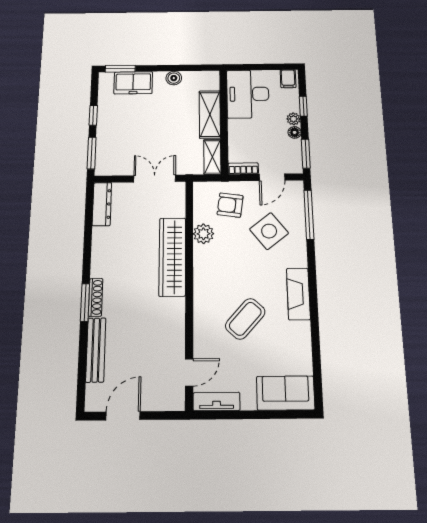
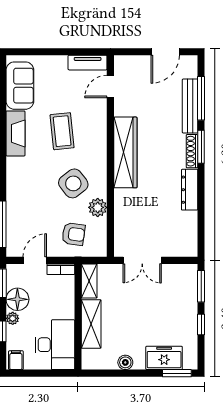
floor lamp: (295, 132) -> (17, 299), width x1.89, depth x1.89
dresser: (102, 204) -> (190, 190), moved
side table: (269, 231) -> (73, 183), moved
wardrobe: (172, 257) -> (125, 152), moved
fireplace: (298, 294) -> (15, 133), moved
coffee table: (245, 319) -> (62, 131), turned -48
window: (82, 359) -> (201, 98), added
sofa: (286, 393) -> (20, 86), moved, turned -90

